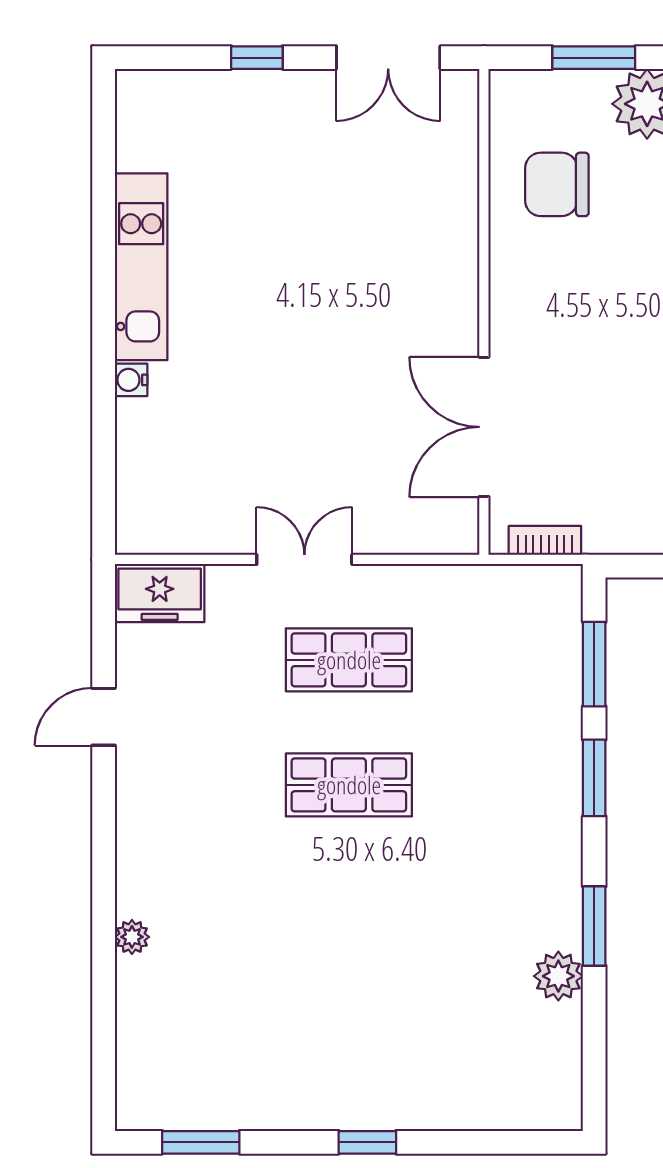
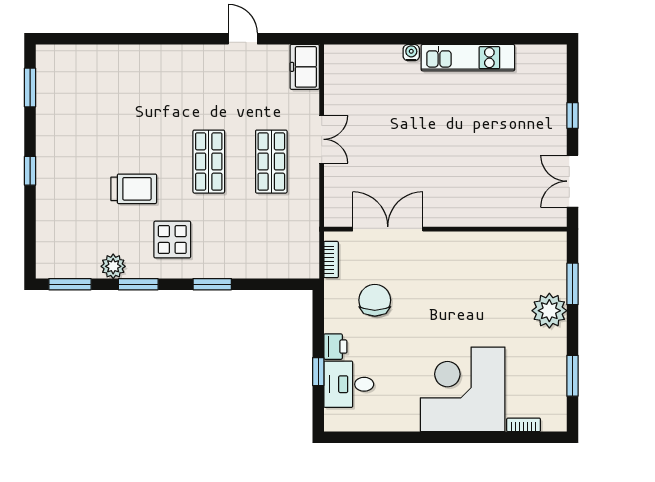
chair: (557, 184) -> (375, 300), moved
window: (594, 664) -> (70, 284), moved
display table: (505, 858) -> (172, 240), added
trolley: (403, 935) -> (134, 189), added
plant: (132, 937) -> (133, 53), removed

